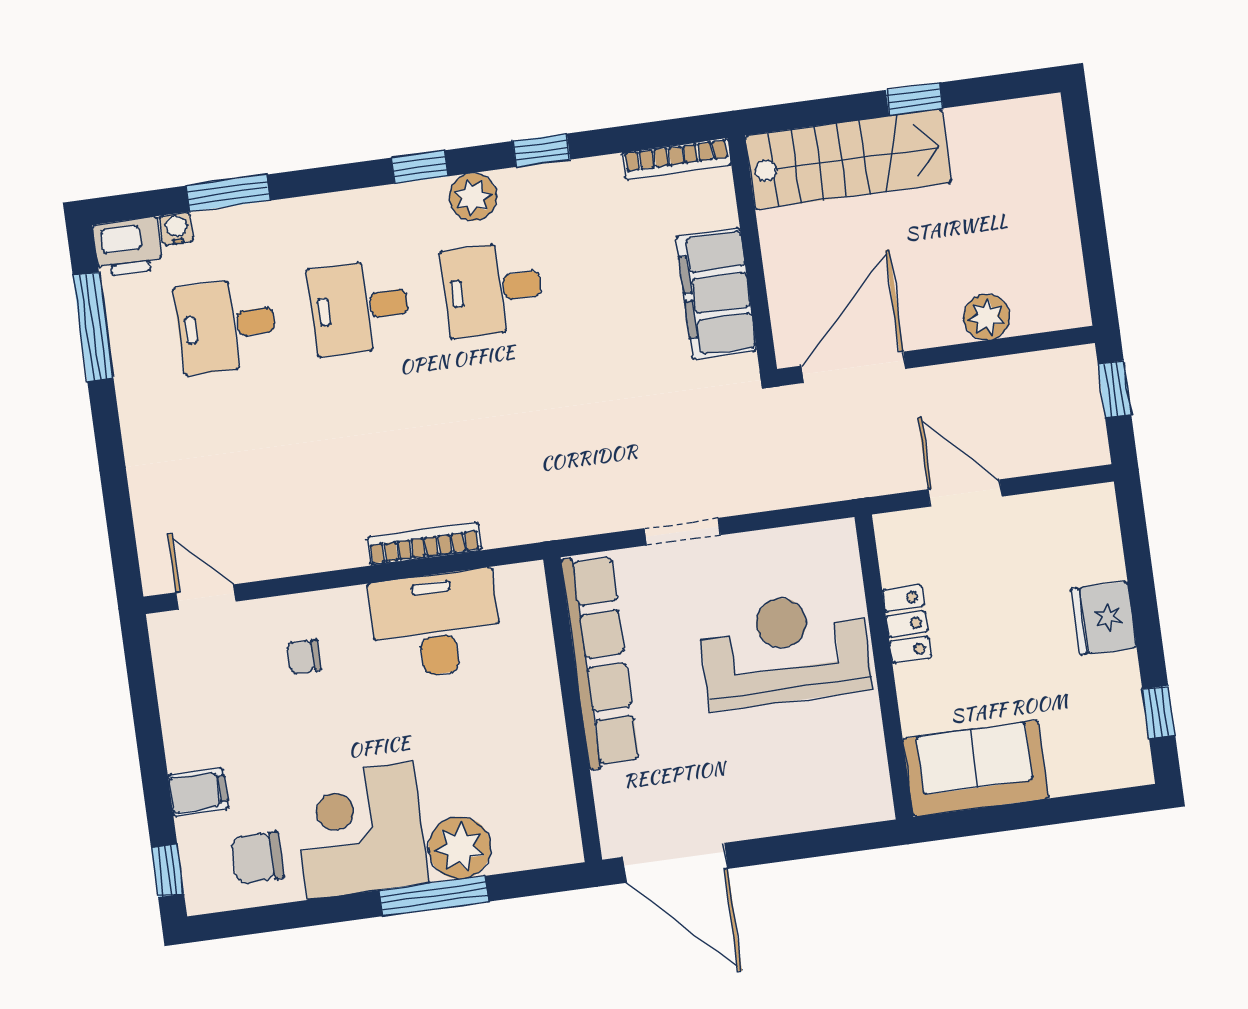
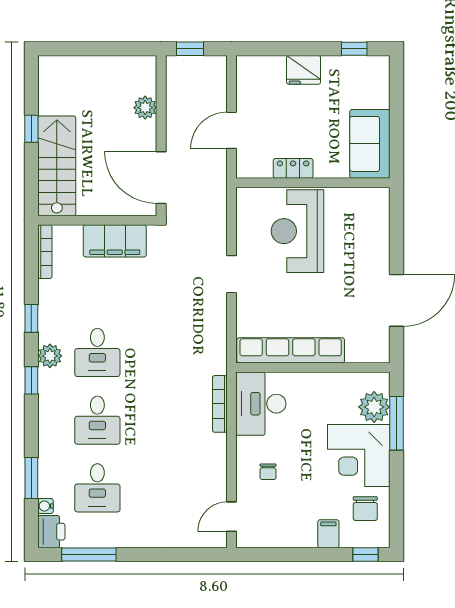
row of seats: (600, 661) -> (291, 350), moved
wall: (573, 710) -> (313, 368), moved

